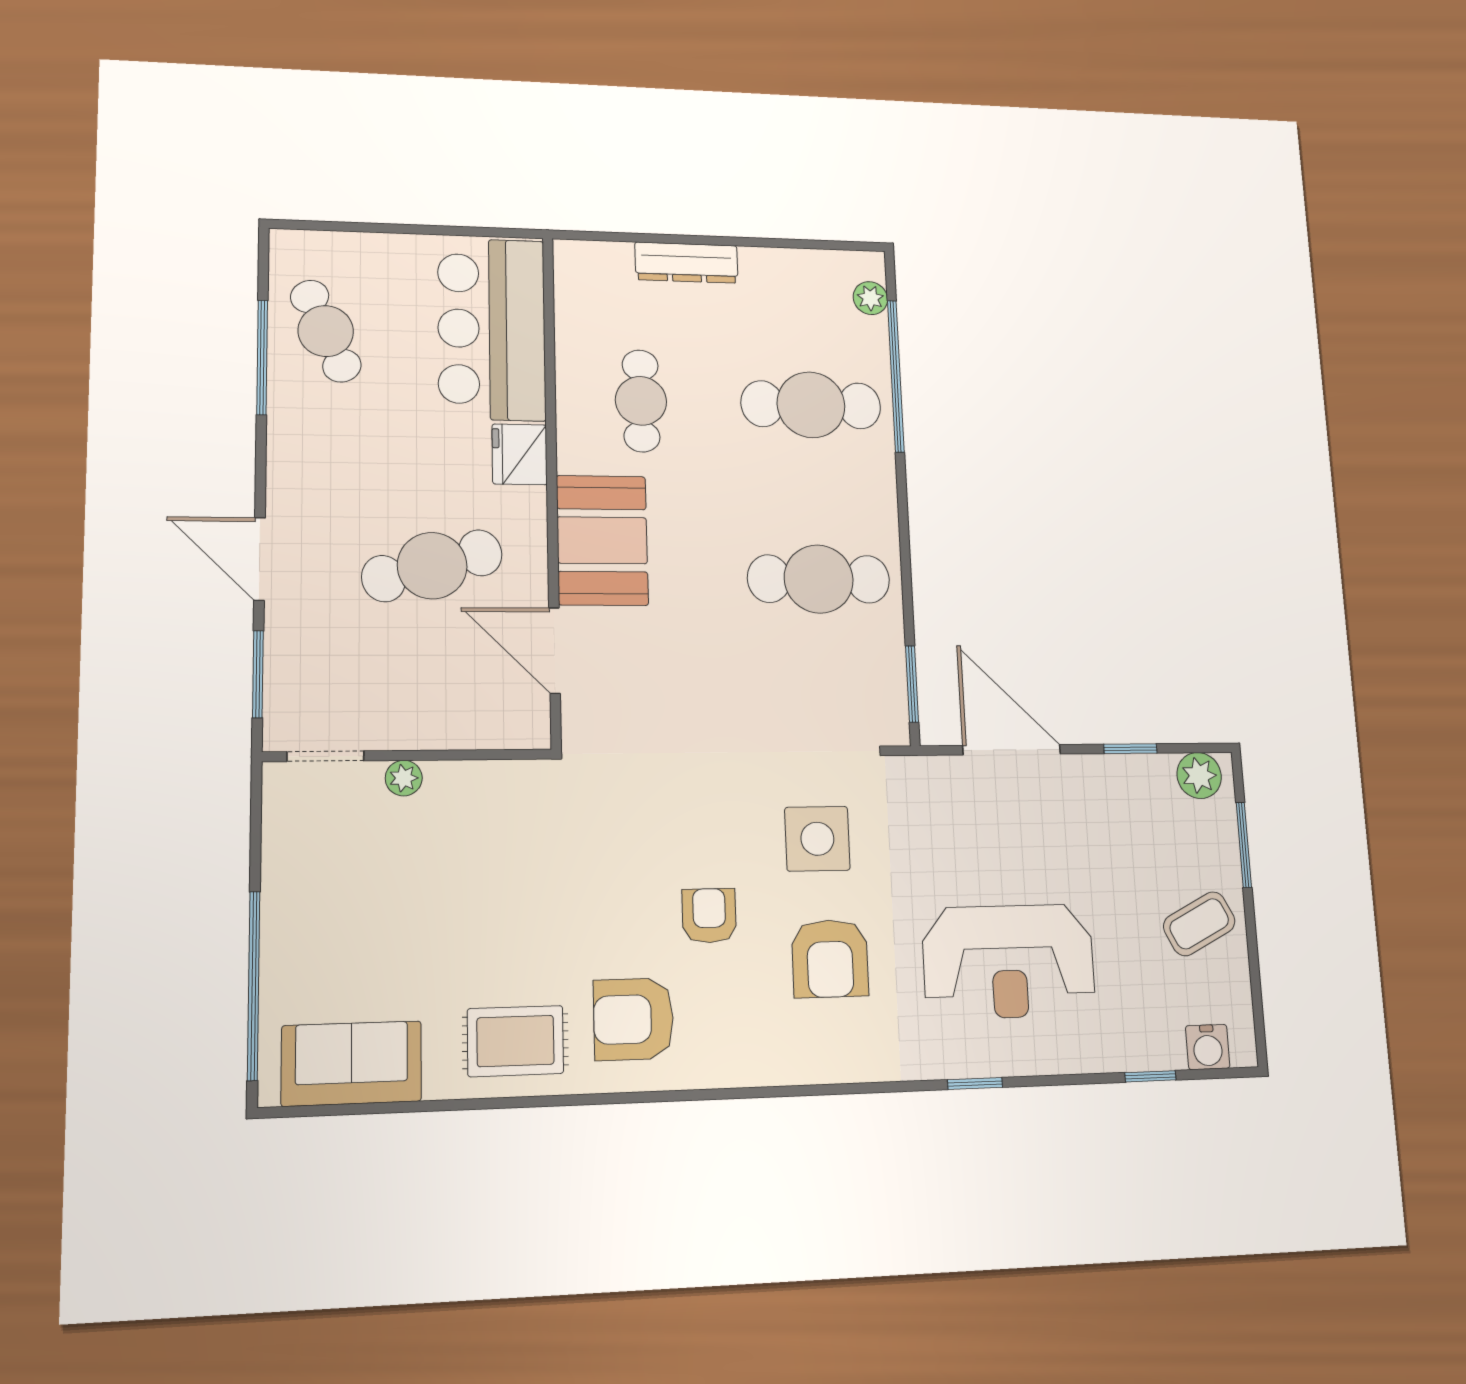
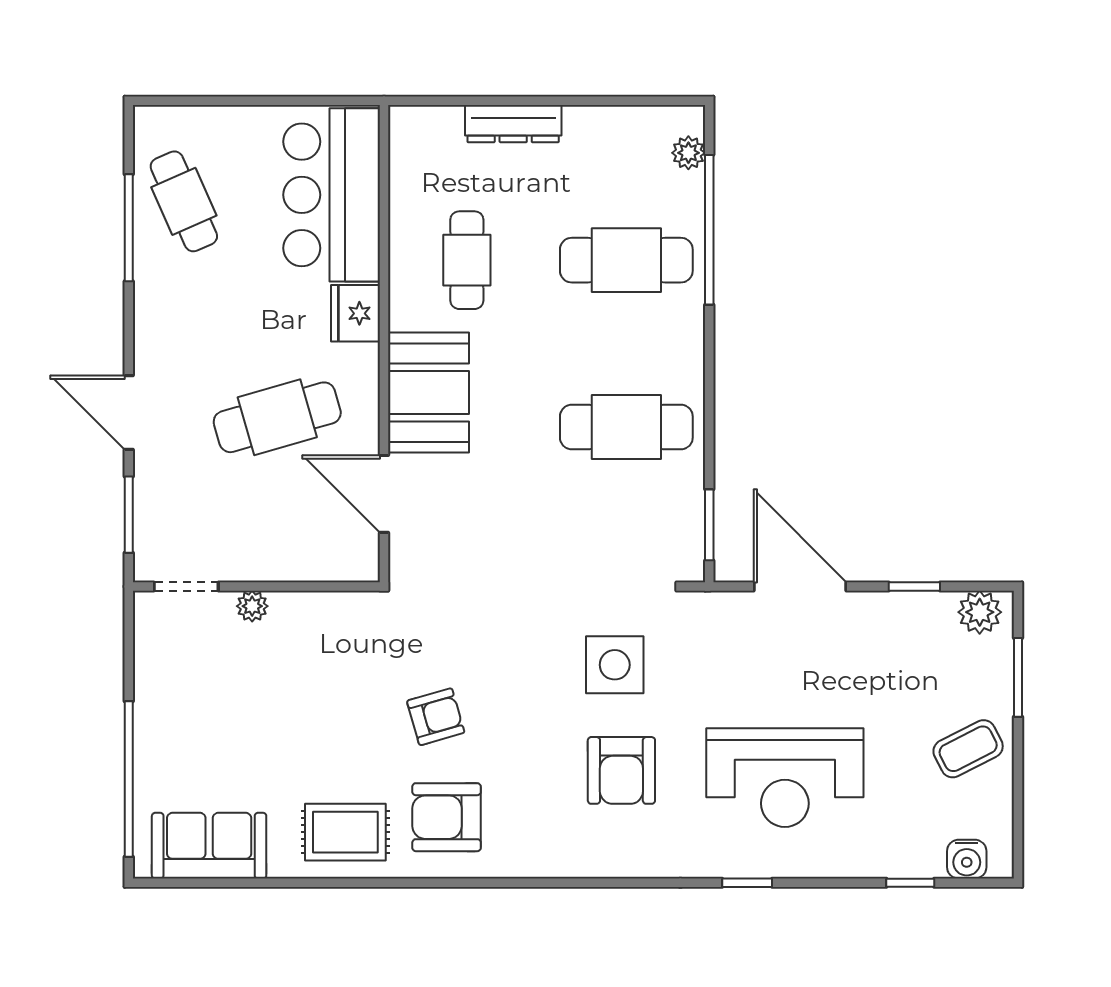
armchair: (709, 916) -> (436, 717), moved, turned 74

